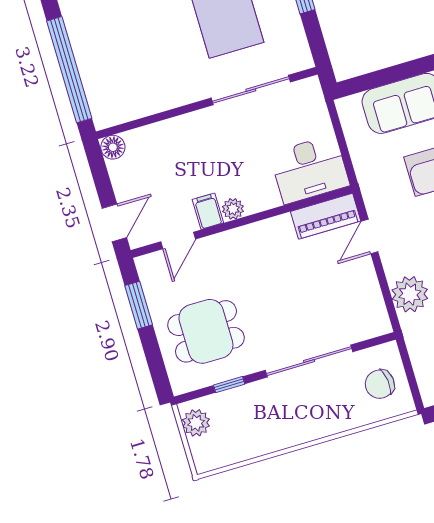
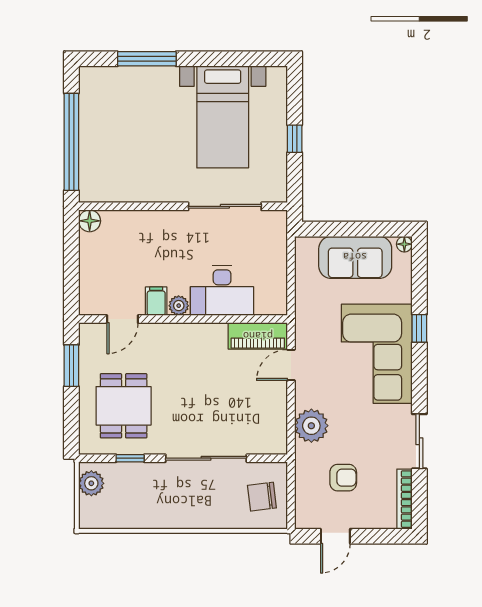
desk: (310, 169) -> (222, 291), moved
door: (114, 223) -> (71, 287), removed
dining table: (206, 331) -> (124, 406), turned 90

